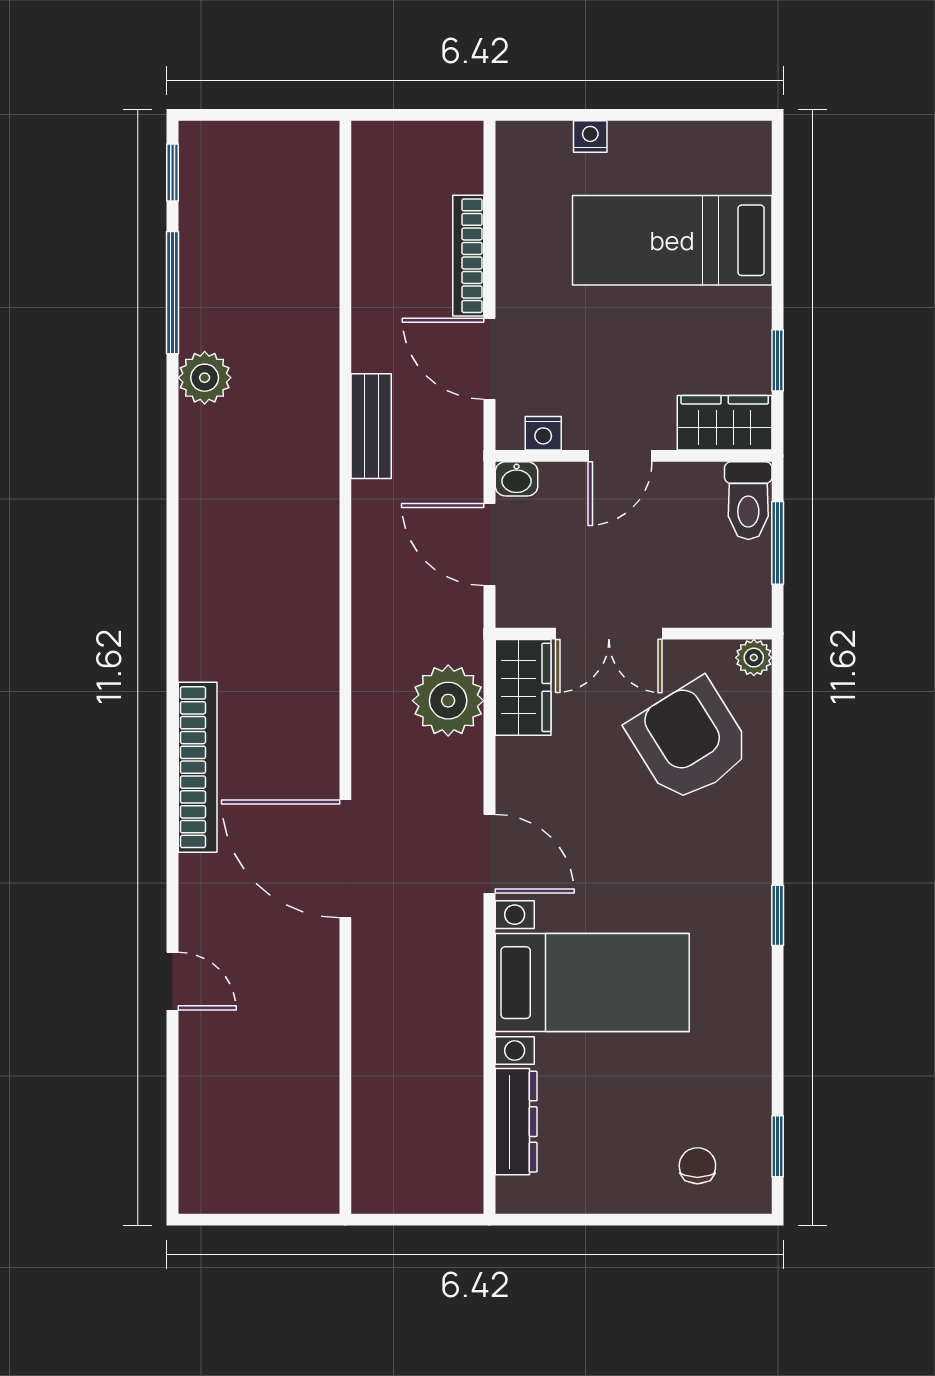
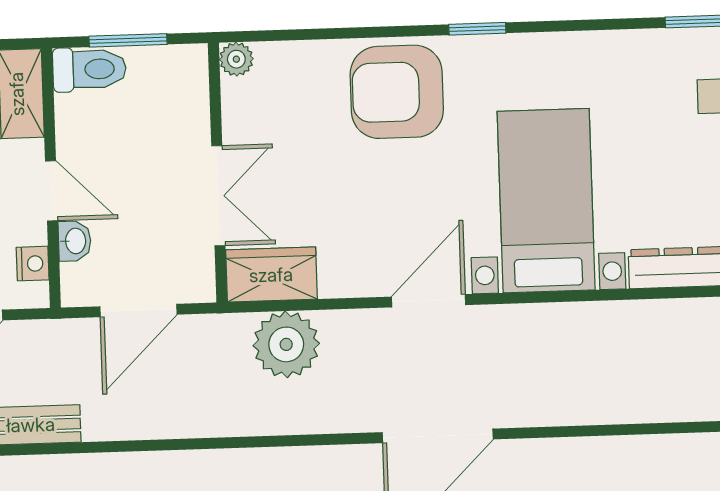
washbasin: (516, 479) -> (75, 241), moved
armchair: (689, 741) -> (397, 92), moved, turned 32

